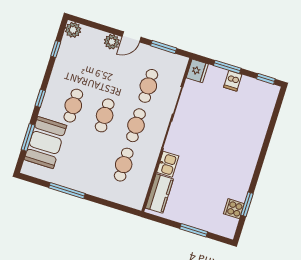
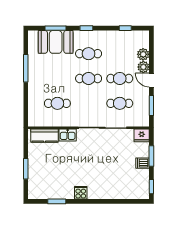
plant: (73, 30) -> (143, 54), moved
cafe table: (136, 125) -> (120, 78), moved
cooker: (234, 209) -> (81, 193), moved

